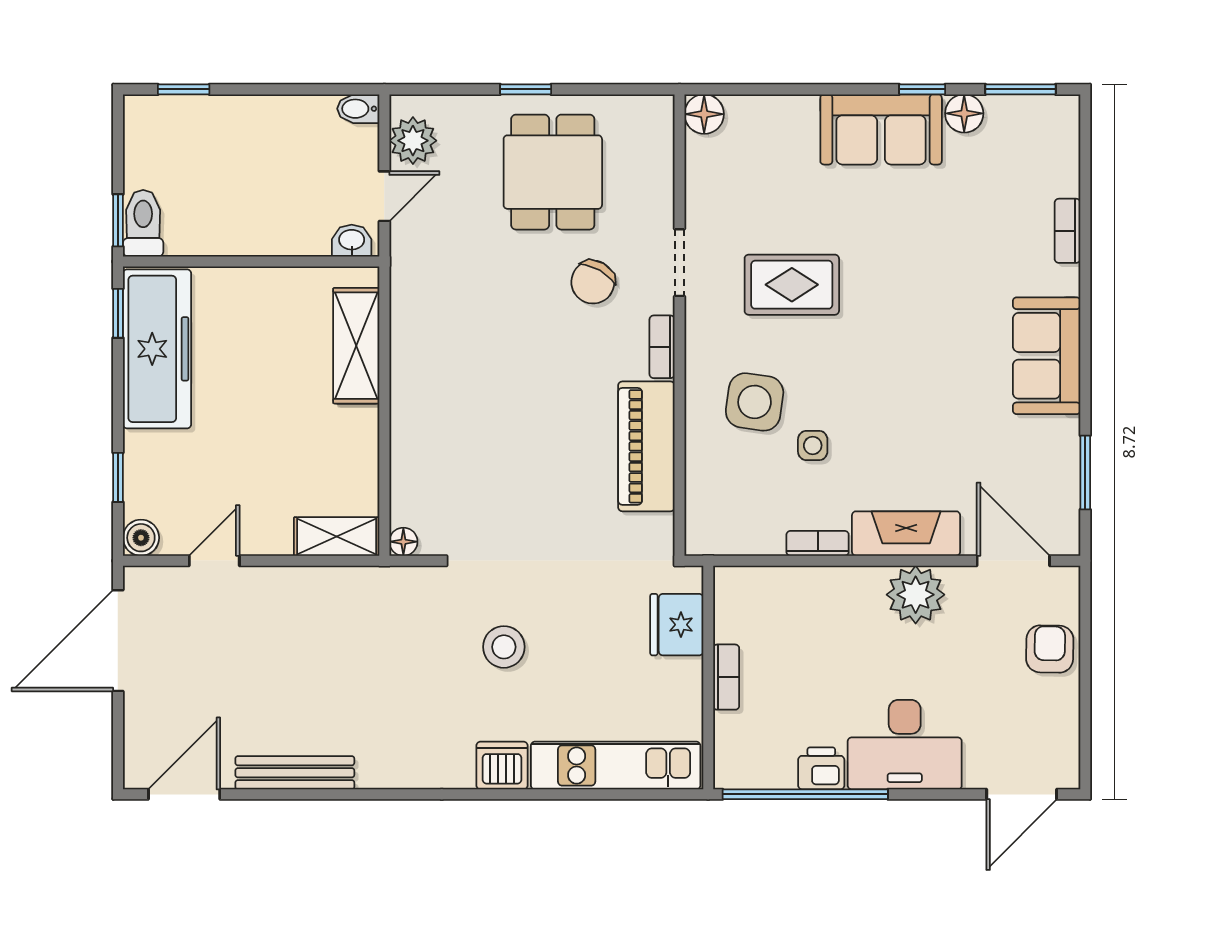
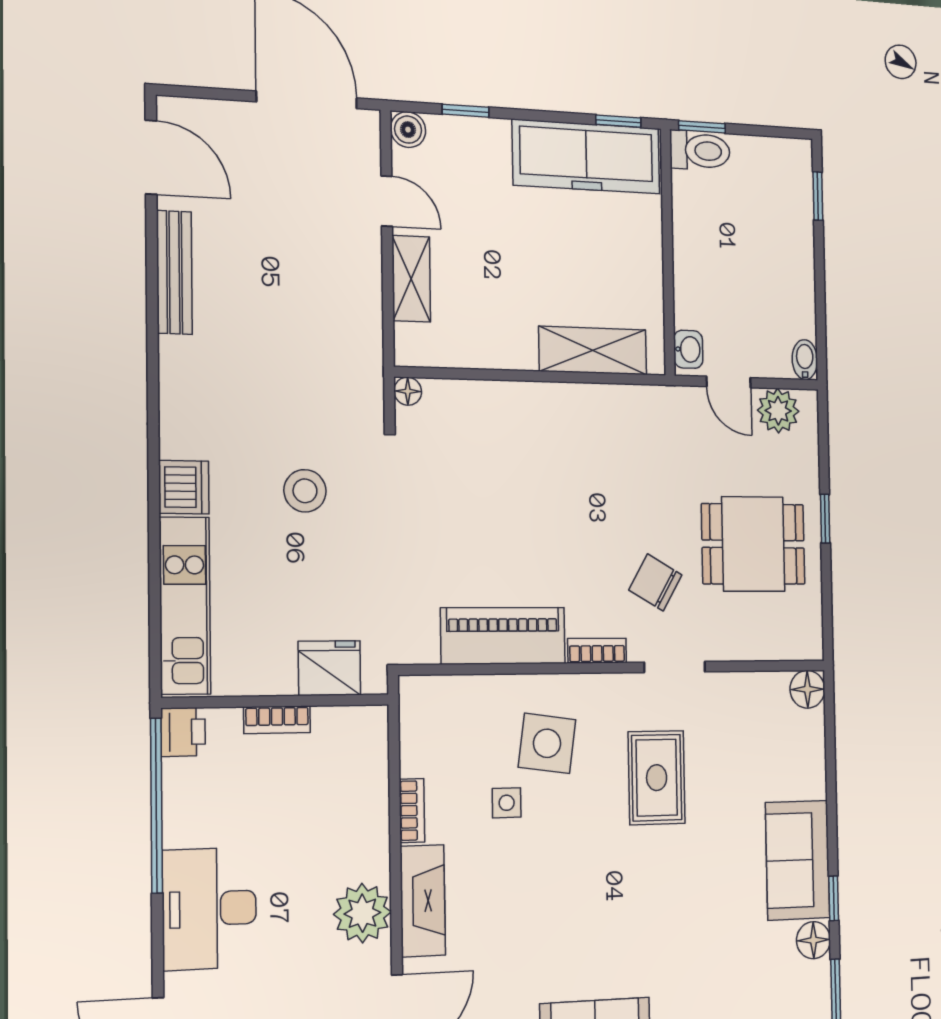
shelving: (337, 537) -> (411, 279), moved
printer: (821, 768) -> (183, 732), moved

